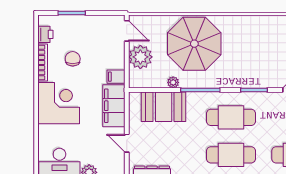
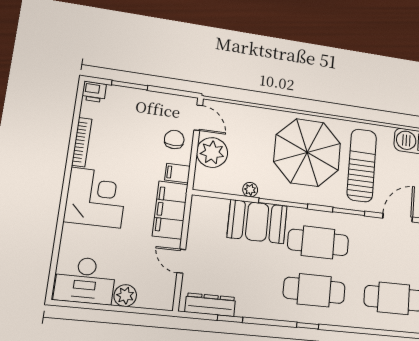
printer: (45, 34) -> (94, 92), moved, turned 90
parasol: (194, 44) -> (307, 152), moved
sun lounger: (262, 51) -> (362, 165), added
chair: (73, 59) -> (174, 140), moved
booth: (164, 107) -> (257, 222), moved

